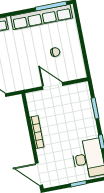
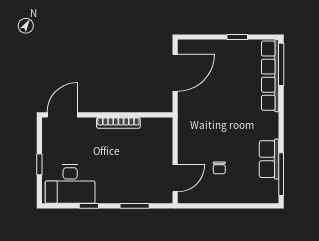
row of seats: (42, 17) -> (269, 159), width x0.50
door: (53, 86) -> (175, 178), moved

